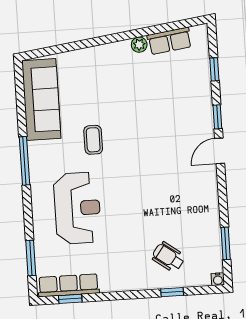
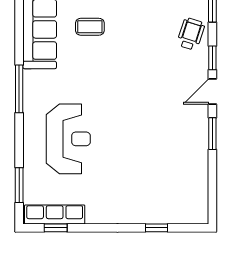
coffee table: (93, 140) -> (90, 27), moved, turned 90
window: (226, 243) -> (212, 134), moved
wheelchair: (168, 257) -> (191, 34), moved, turned 72
water cooler: (218, 279) -> (202, 218), removed

